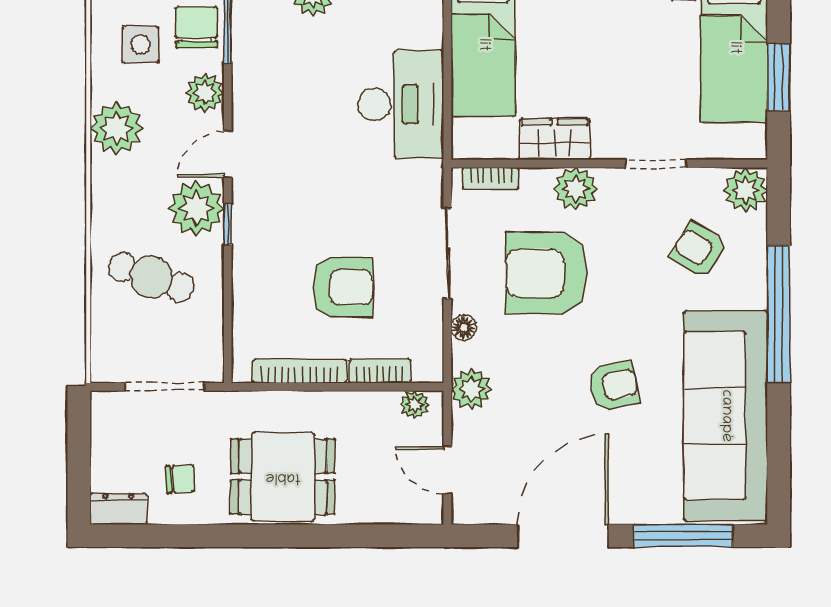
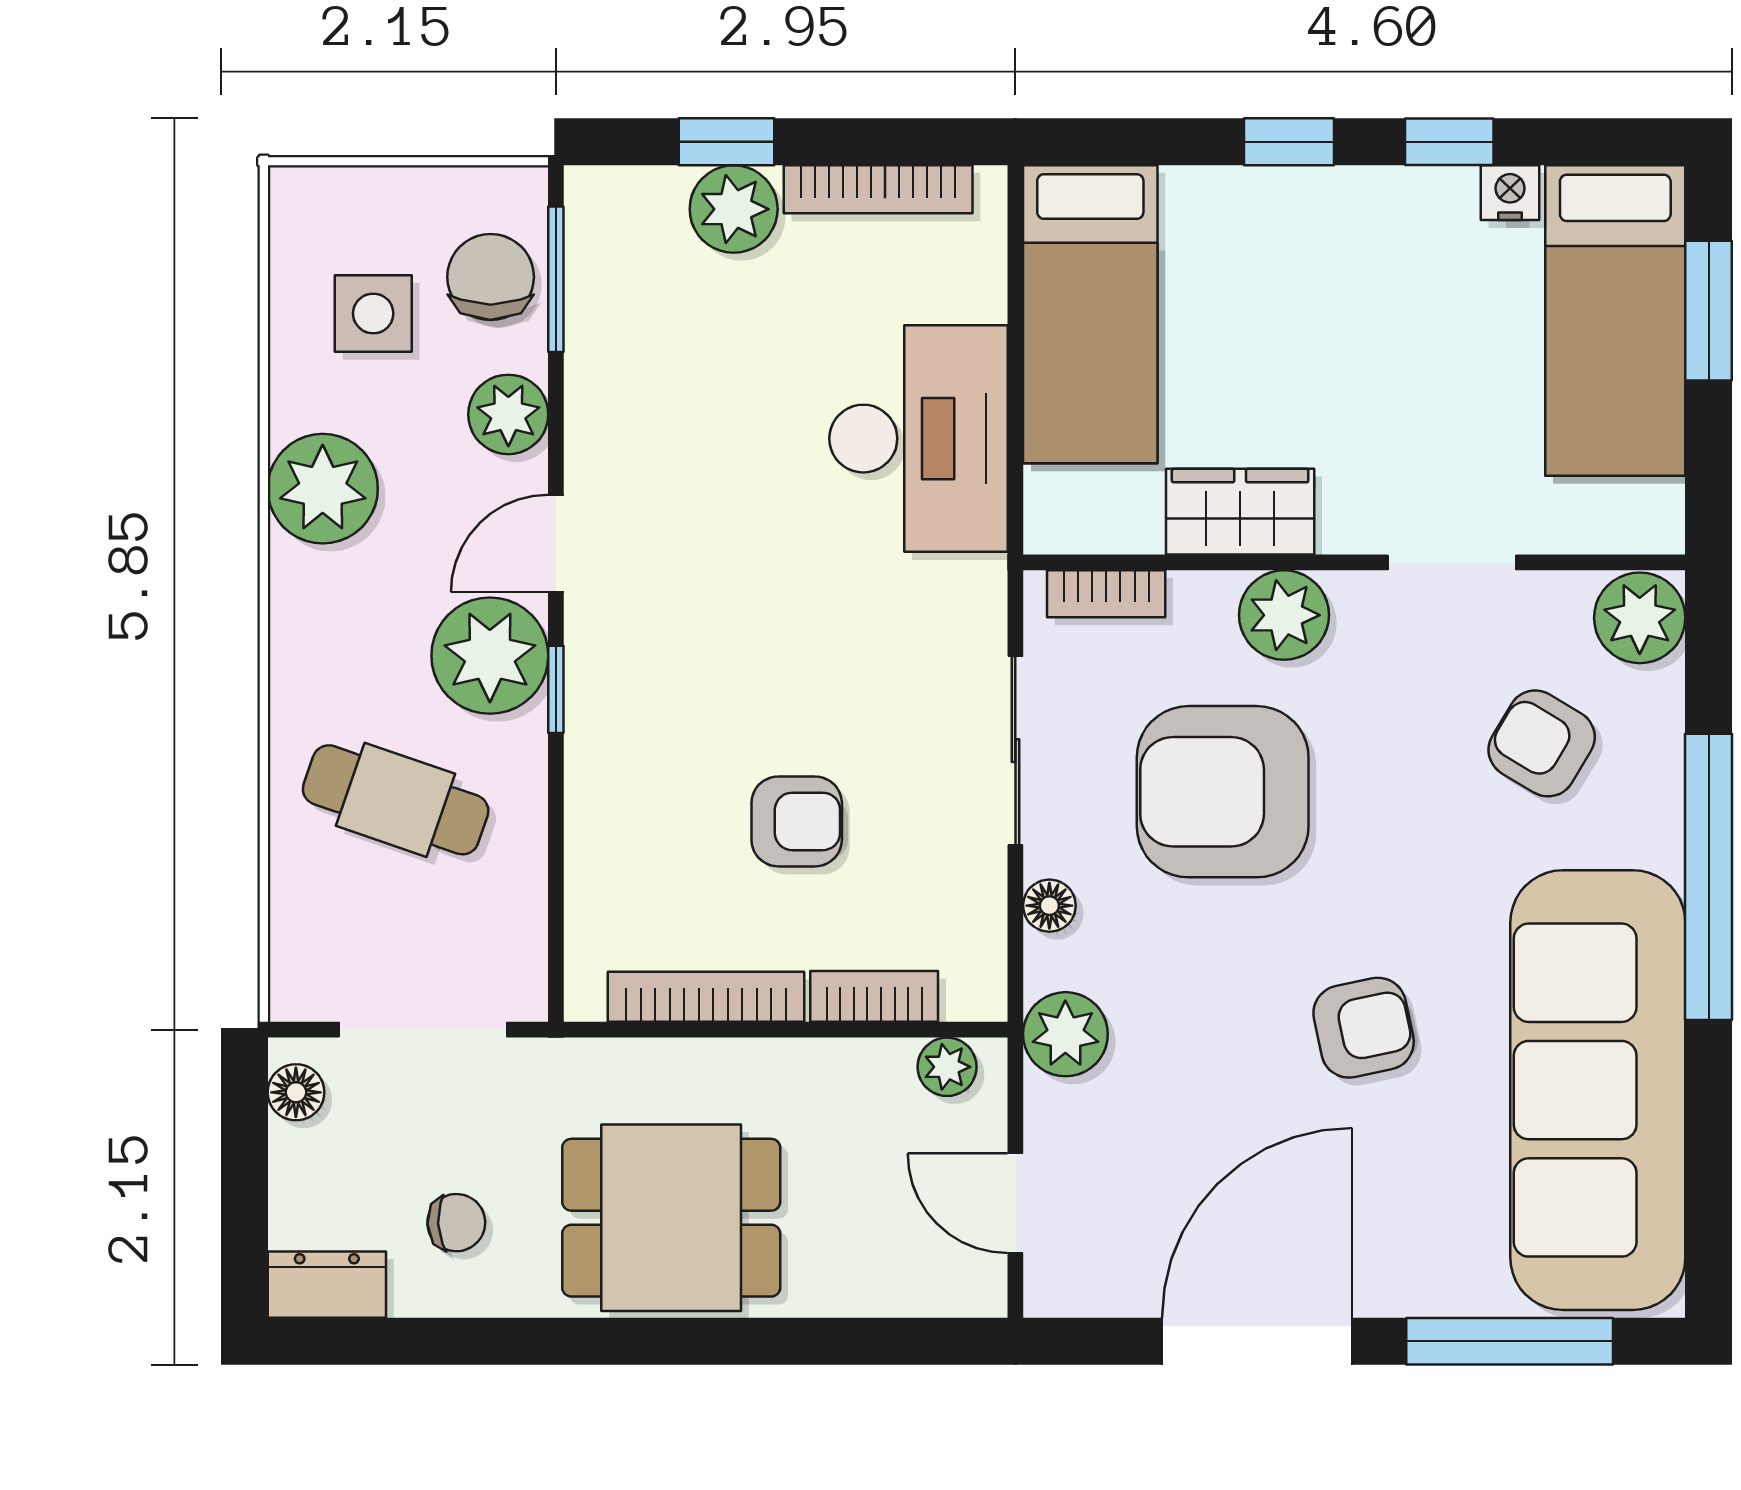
window: (779, 77) -> (1709, 311), moved
armchair: (343, 287) -> (797, 821), width x0.72, depth x0.72
floor lamp: (104, 417) -> (296, 1092), added

